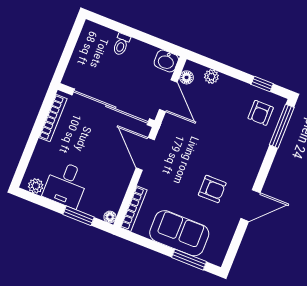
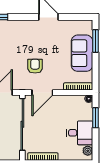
armchair: (212, 189) -> (35, 66), moved

